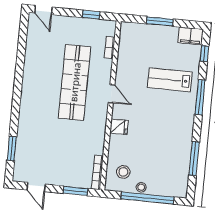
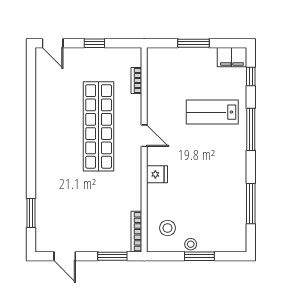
window: (91, 15) -> (94, 43), moved
window: (147, 198) -> (199, 256), width x0.47

